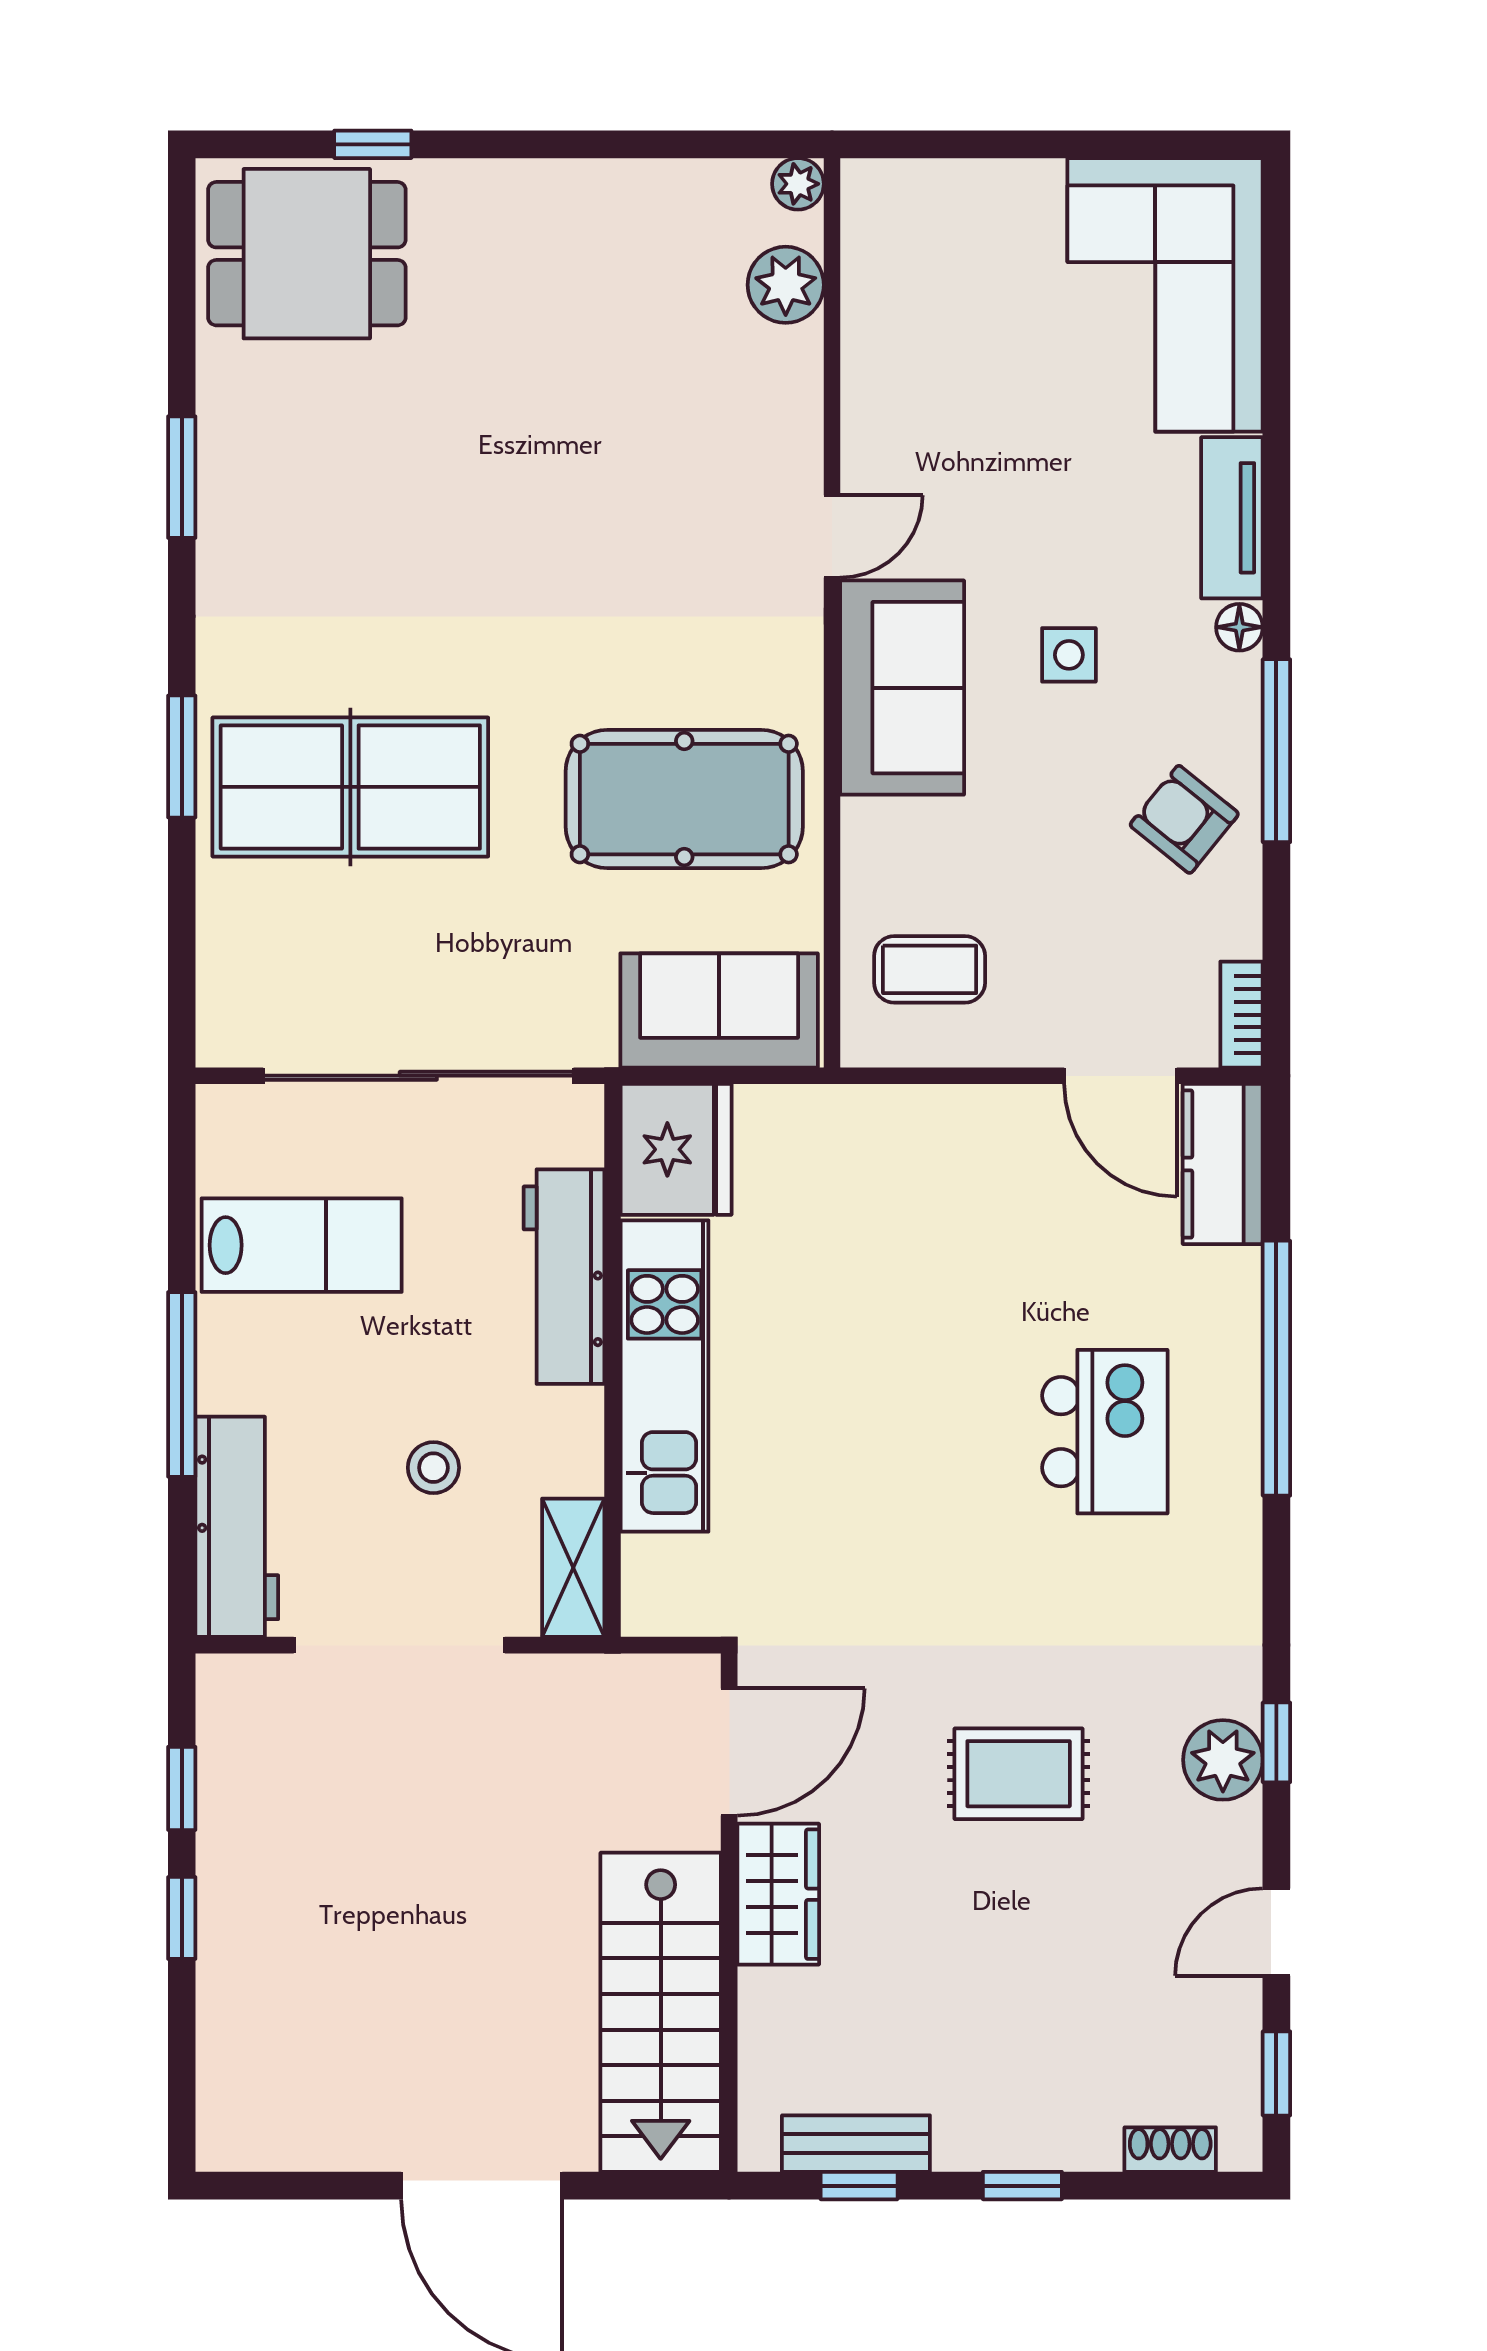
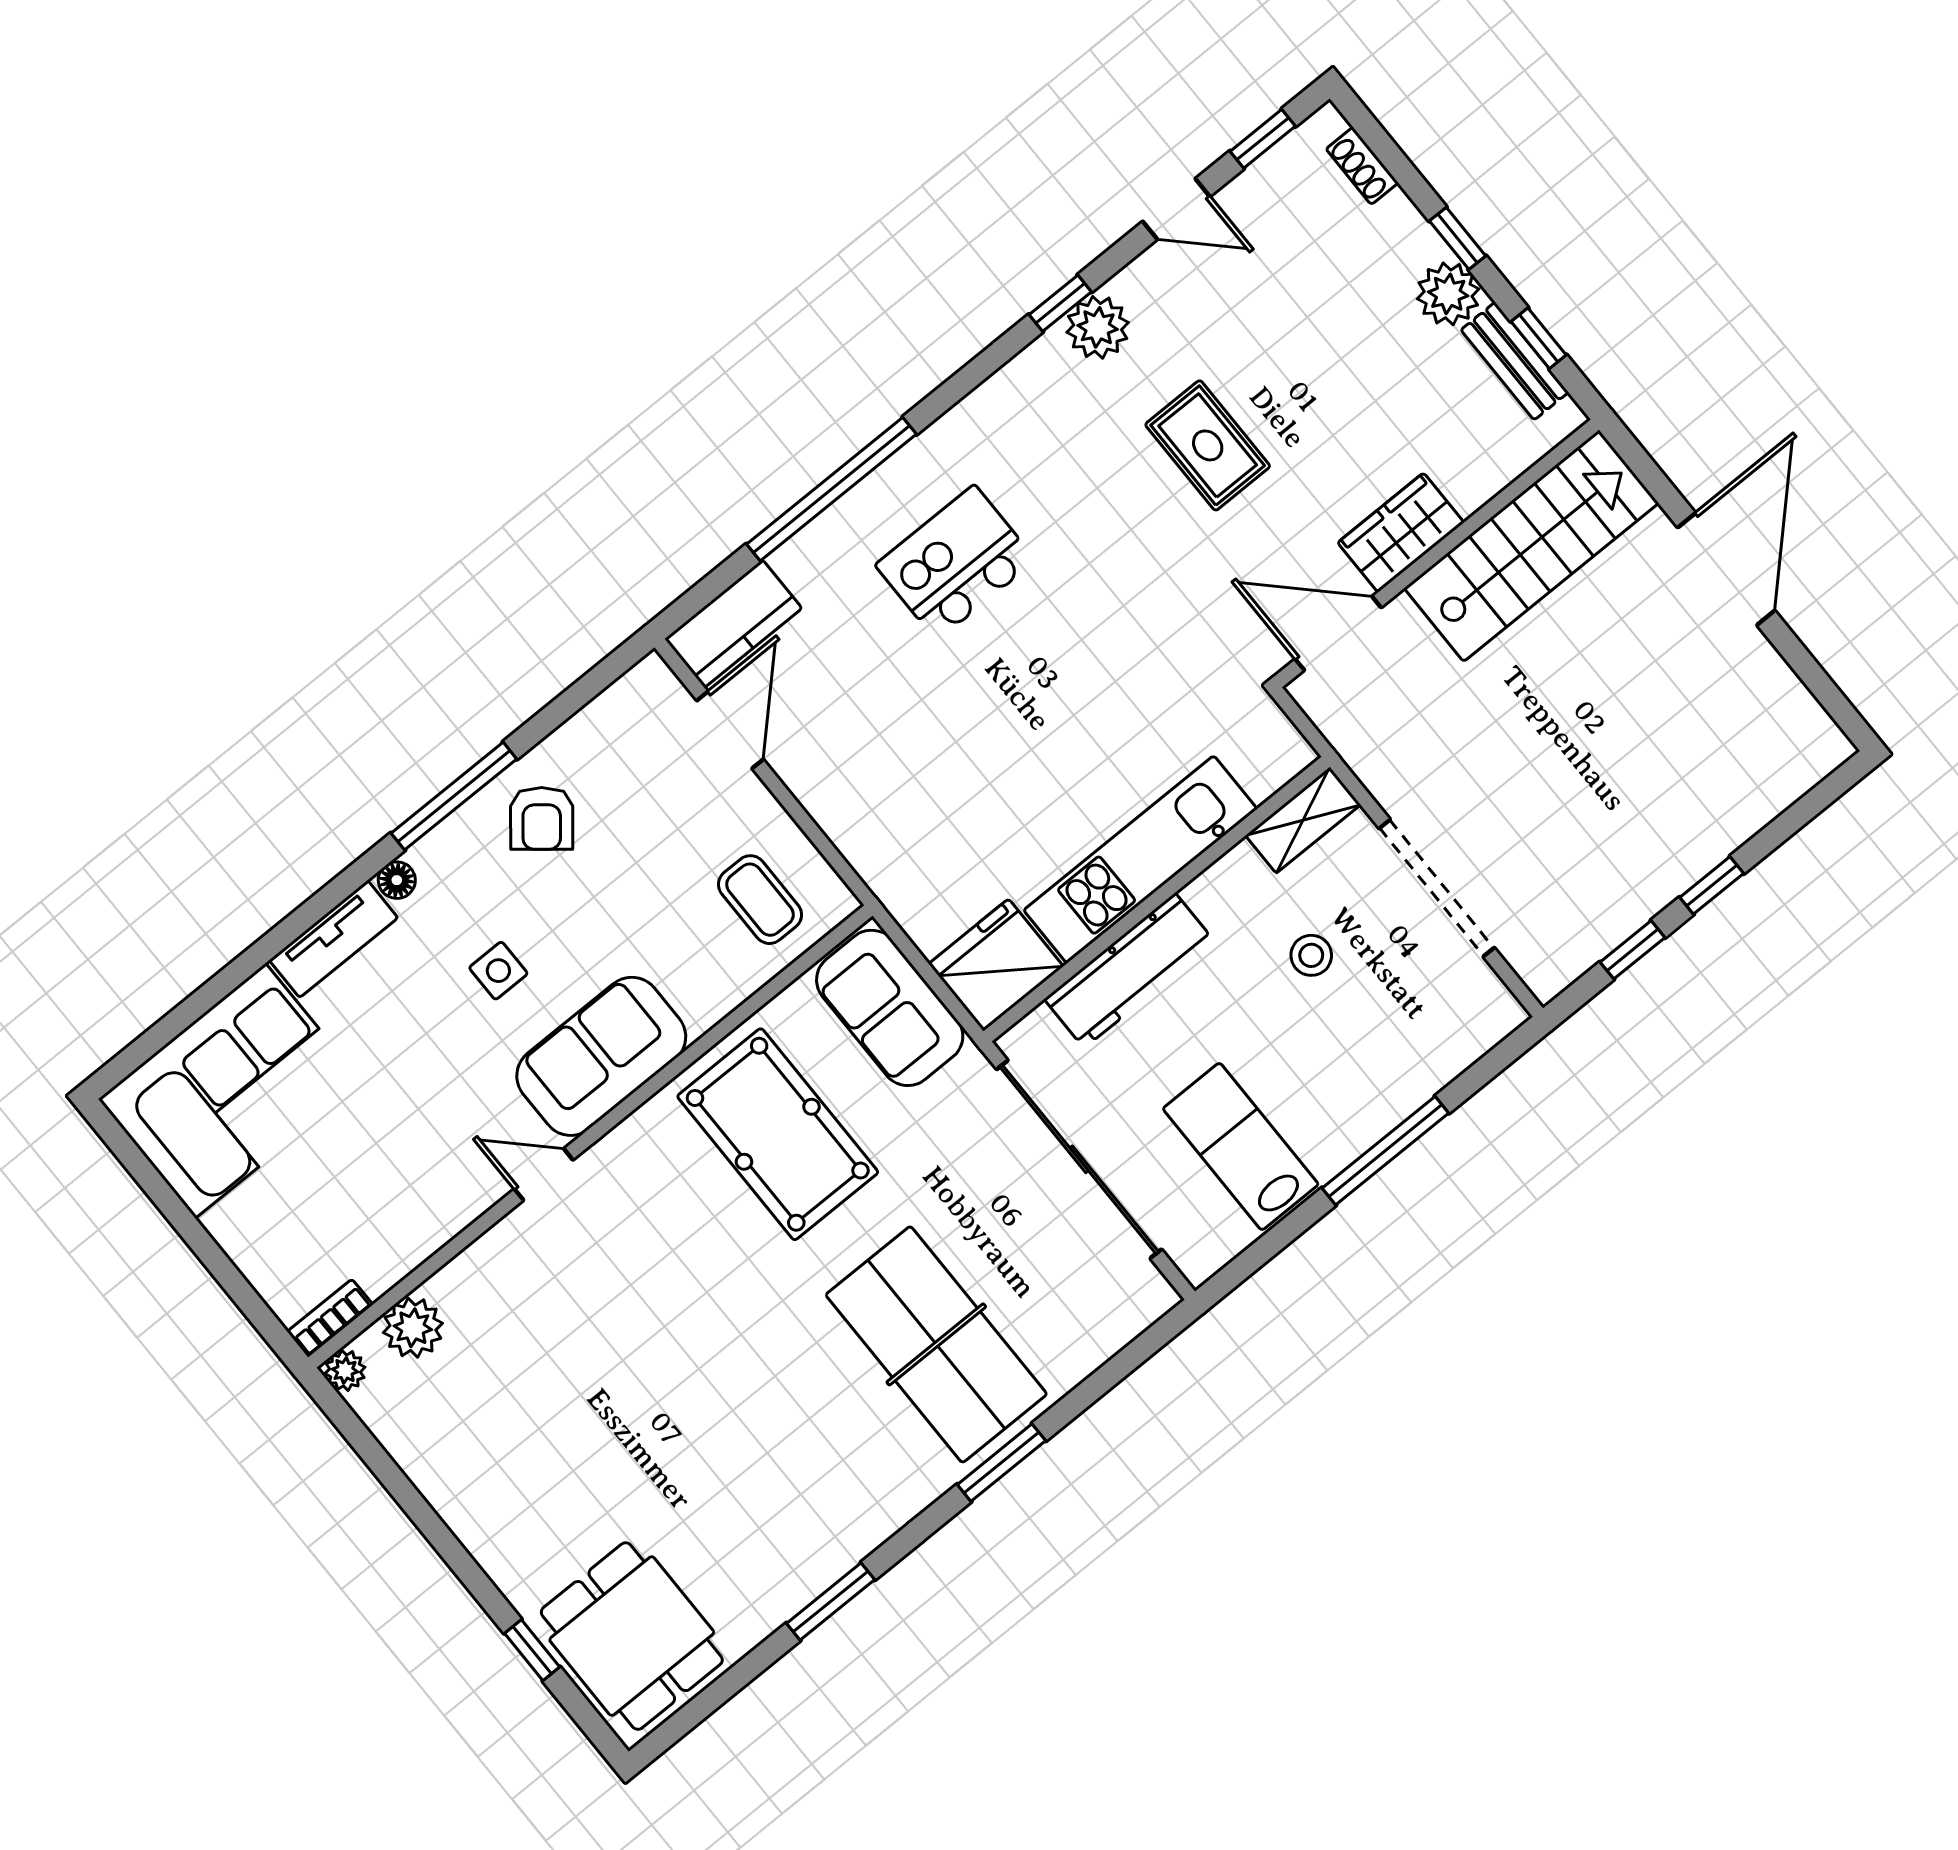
bookcase: (1242, 1015) -> (330, 1318), moved, turned 180
workbench: (237, 1527) -> (1445, 1046), removed
plant: (975, 2132) -> (1448, 294), added

